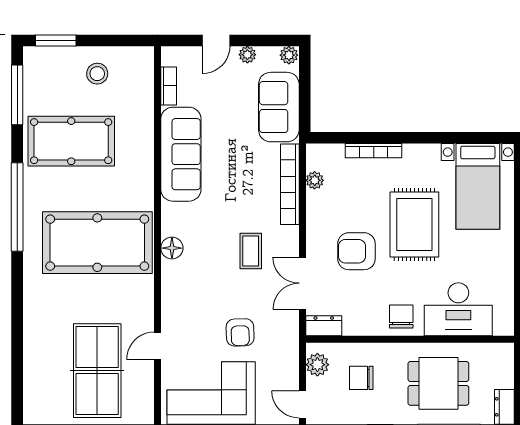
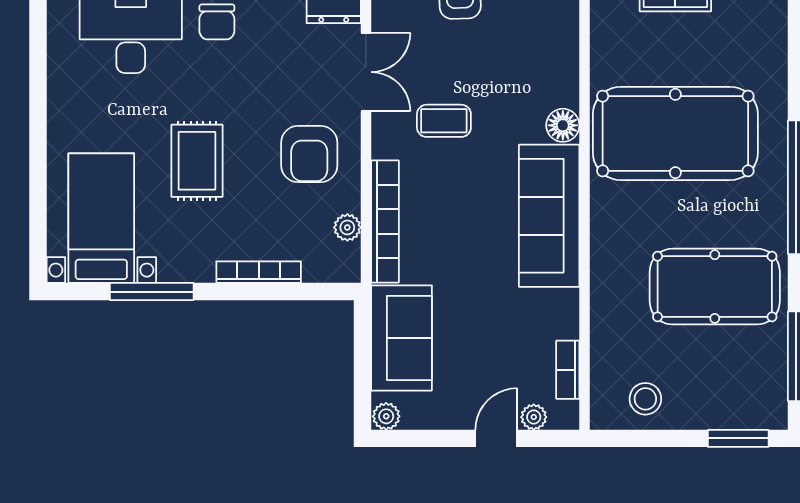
plant: (247, 55) -> (534, 417), moved
stool: (97, 74) -> (645, 399), moved
window: (444, 138) -> (152, 292), added
sofa: (181, 154) -> (549, 216), moved
rug: (414, 224) -> (197, 161), width x0.73, depth x0.70
coffee table: (251, 251) -> (444, 121), turned 90
armchair: (356, 251) -> (309, 154), moved, turned 90

